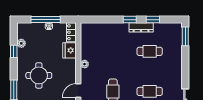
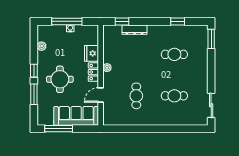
window: (130, 20) -> (122, 21), moved
dresser: (141, 27) -> (135, 30), moved
locker: (71, 32) -> (93, 72), moved
window: (14, 51) -> (34, 71), moved

